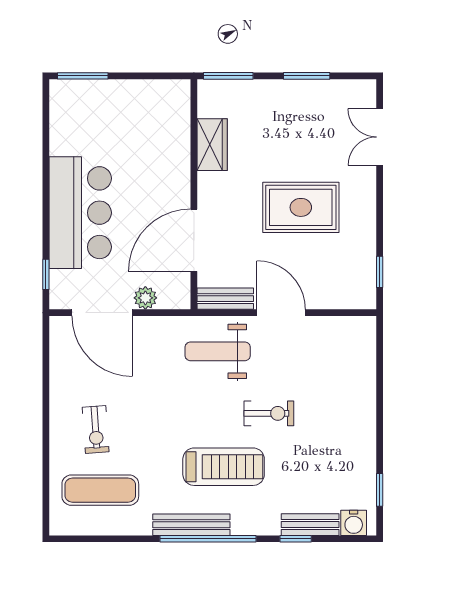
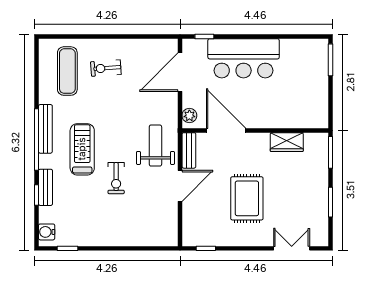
plant: (145, 298) -> (189, 115), moved
treadmill: (224, 467) -> (82, 149), turned 180
bench: (310, 525) -> (45, 187), moved

